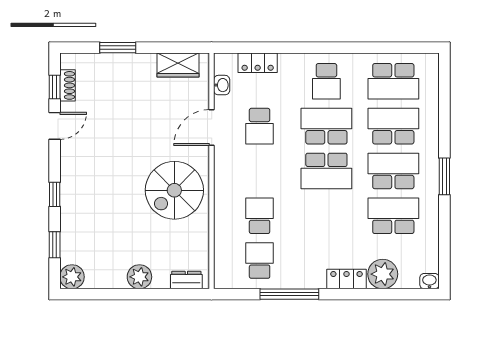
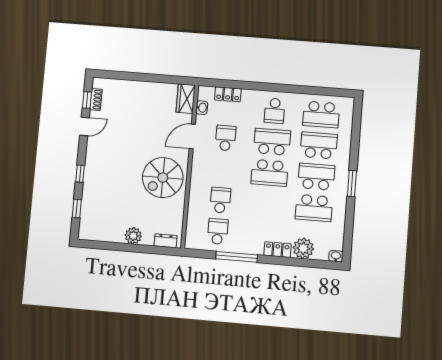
window: (118, 48) -> (133, 76), removed
wardrobe: (178, 65) -> (186, 99), moved, turned 90
school desk: (260, 126) -> (226, 138), turned 180
school desk: (393, 216) -> (314, 208), turned 180
plant: (72, 277) -> (87, 232), removed

